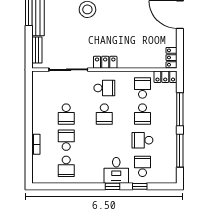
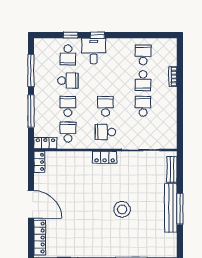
school desk: (142, 88) -> (68, 132), turned 180

